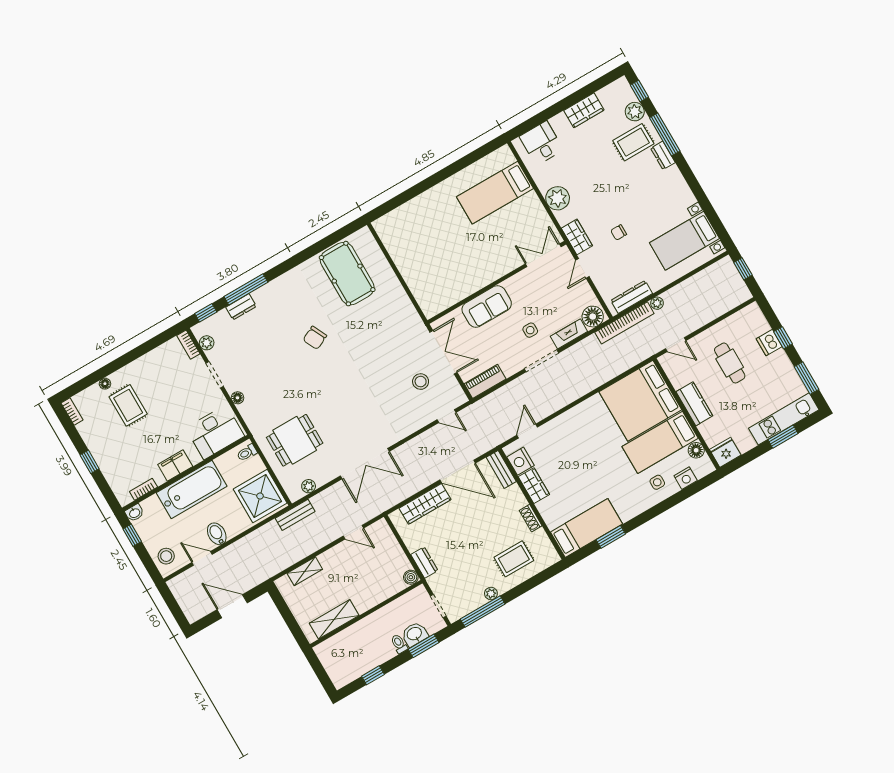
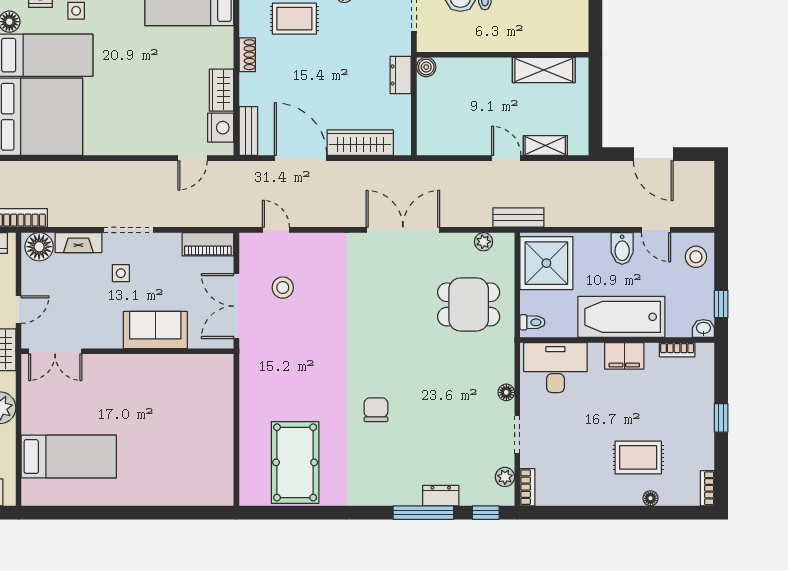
chair: (315, 338) -> (376, 410), turned -64
rug: (128, 405) -> (638, 457), turned 90
door: (353, 532) -> (506, 158), moved

